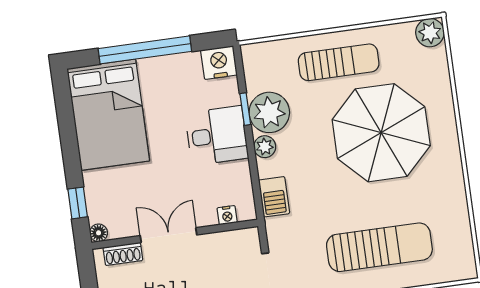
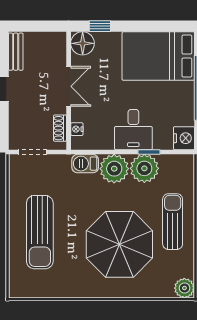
sun lounger: (339, 62) -> (173, 222), turned 180
plant: (265, 147) -> (114, 169), width x1.87, depth x1.87
floor lamp: (99, 233) -> (83, 43), width x1.89, depth x1.89
shoe rack: (123, 254) -> (60, 128), moved

